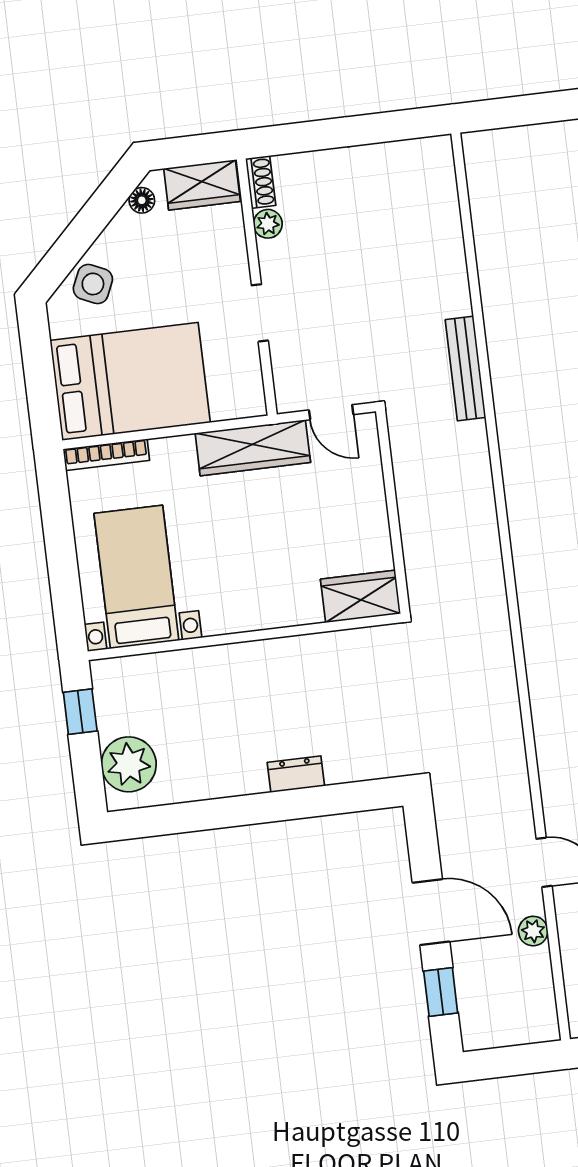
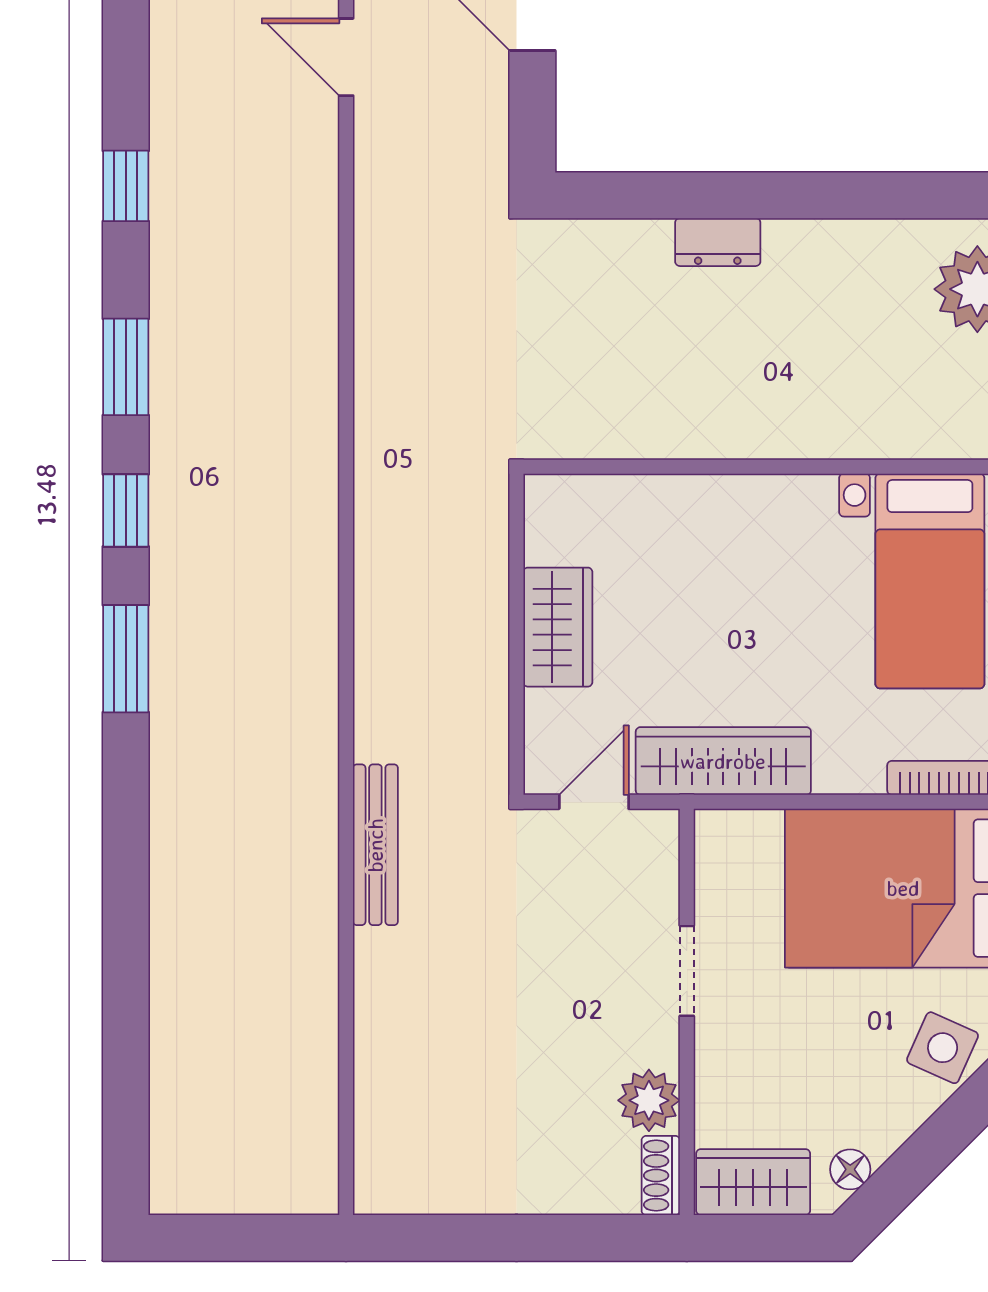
plant: (268, 224) -> (649, 1100), width x1.38, depth x1.38
door: (331, 412) -> (594, 802), hinge flipped
wardrobe: (361, 596) -> (558, 627), moved, turned -90

